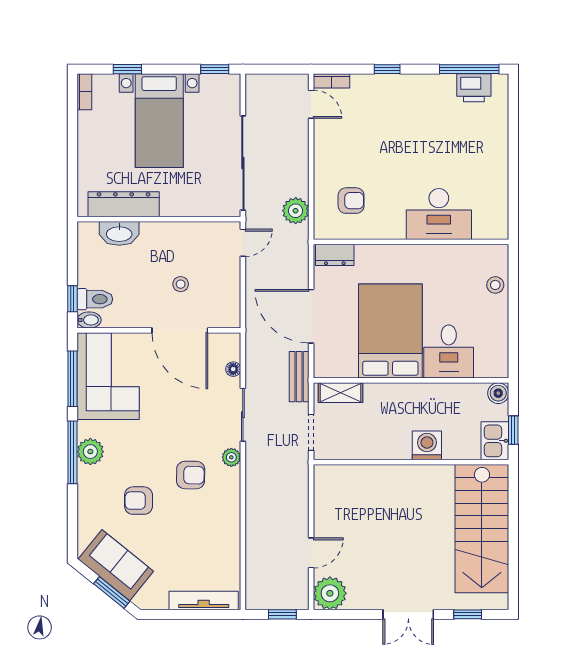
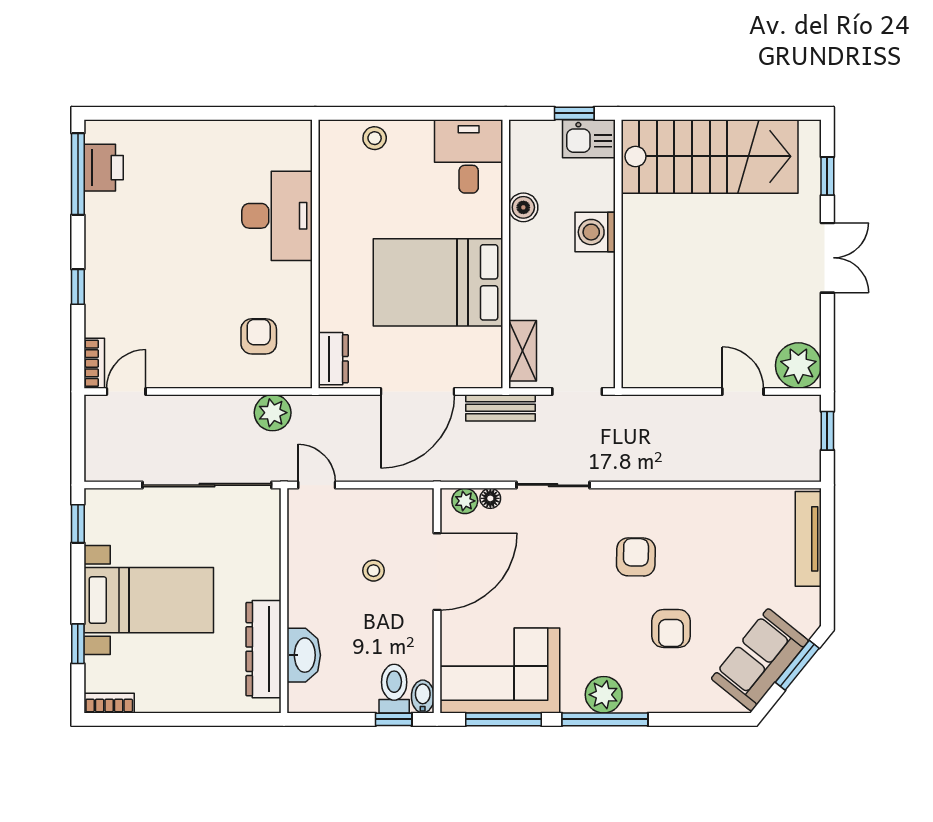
desk: (449, 351) -> (469, 156), moved, turned -90
boiler: (498, 393) -> (523, 207), moved
plant: (231, 457) -> (465, 501), moved

